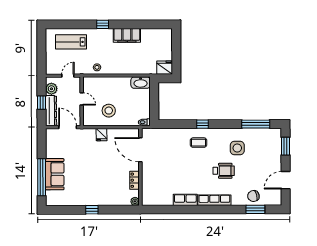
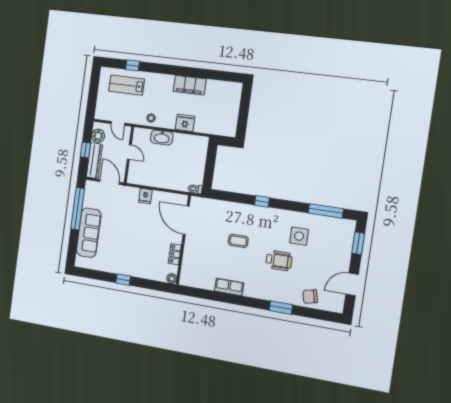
window: (103, 24) -> (132, 65), moved
fridge: (165, 68) -> (185, 123), moved
door: (68, 76) -> (118, 123), swing flipped
washbasin: (141, 83) -> (162, 137), moved
stool: (109, 111) -> (157, 170), removed
coffee table: (199, 143) -> (238, 241), moved
sofa: (55, 174) -> (89, 233), width x1.36
window: (42, 177) -> (78, 209), moved
row of seats: (214, 200) -> (263, 293), removed
window: (255, 209) -> (281, 308), moved

